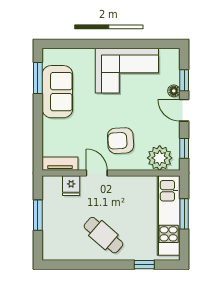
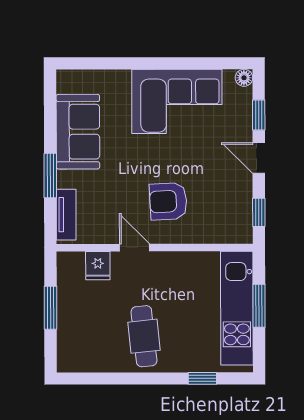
window: (38, 78) -> (50, 176), moved
floor lamp: (174, 91) -> (244, 78), moved
plant: (160, 158) -> (224, 226), removed
tv unit: (60, 164) -> (66, 215), moved, turned 90
cafe table: (103, 235) -> (144, 336), turned 43

